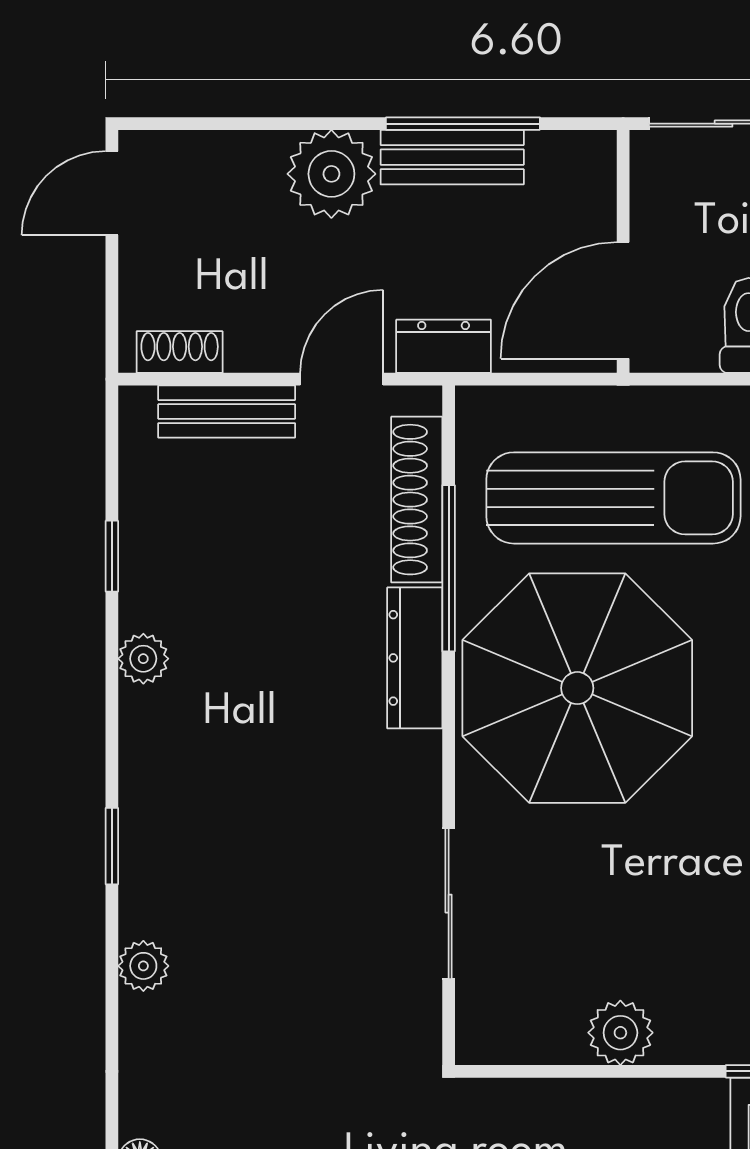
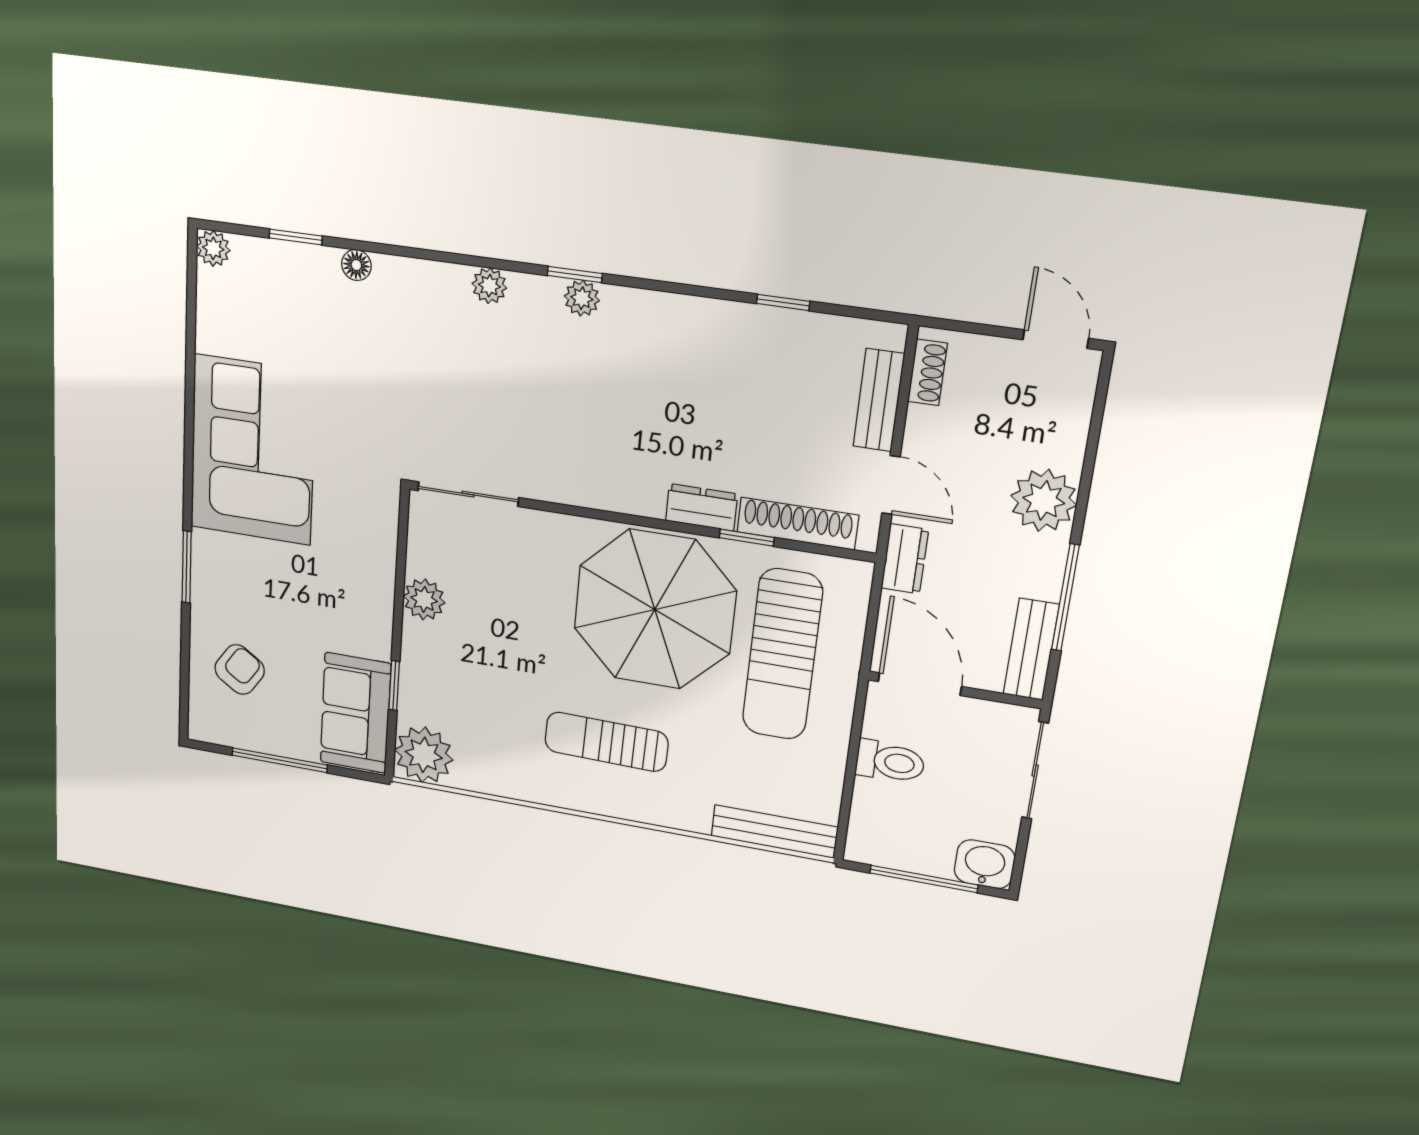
bench: (452, 157) -> (1031, 649), moved
window: (449, 568) -> (747, 538), width x0.46
dresser: (415, 658) -> (702, 507), width x0.70
plant: (143, 659) -> (582, 298), moved
sliding door: (449, 904) -> (468, 494), moved

